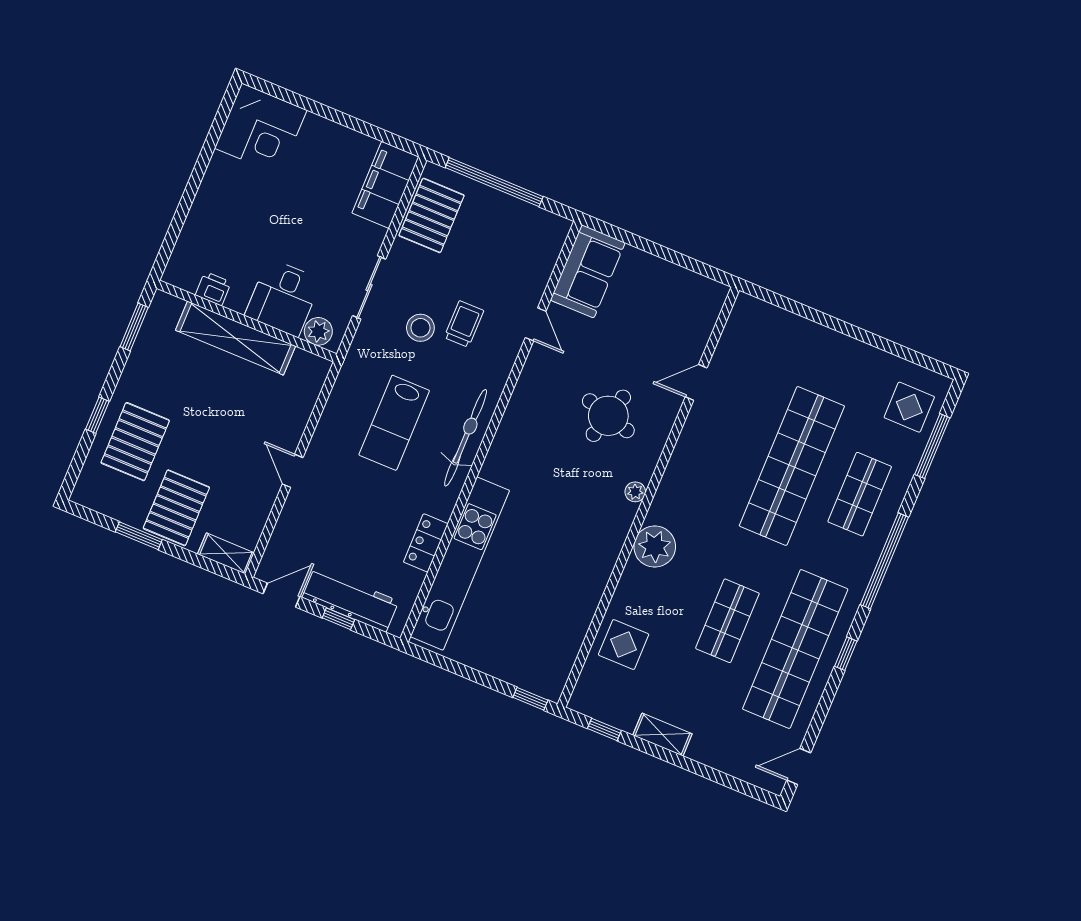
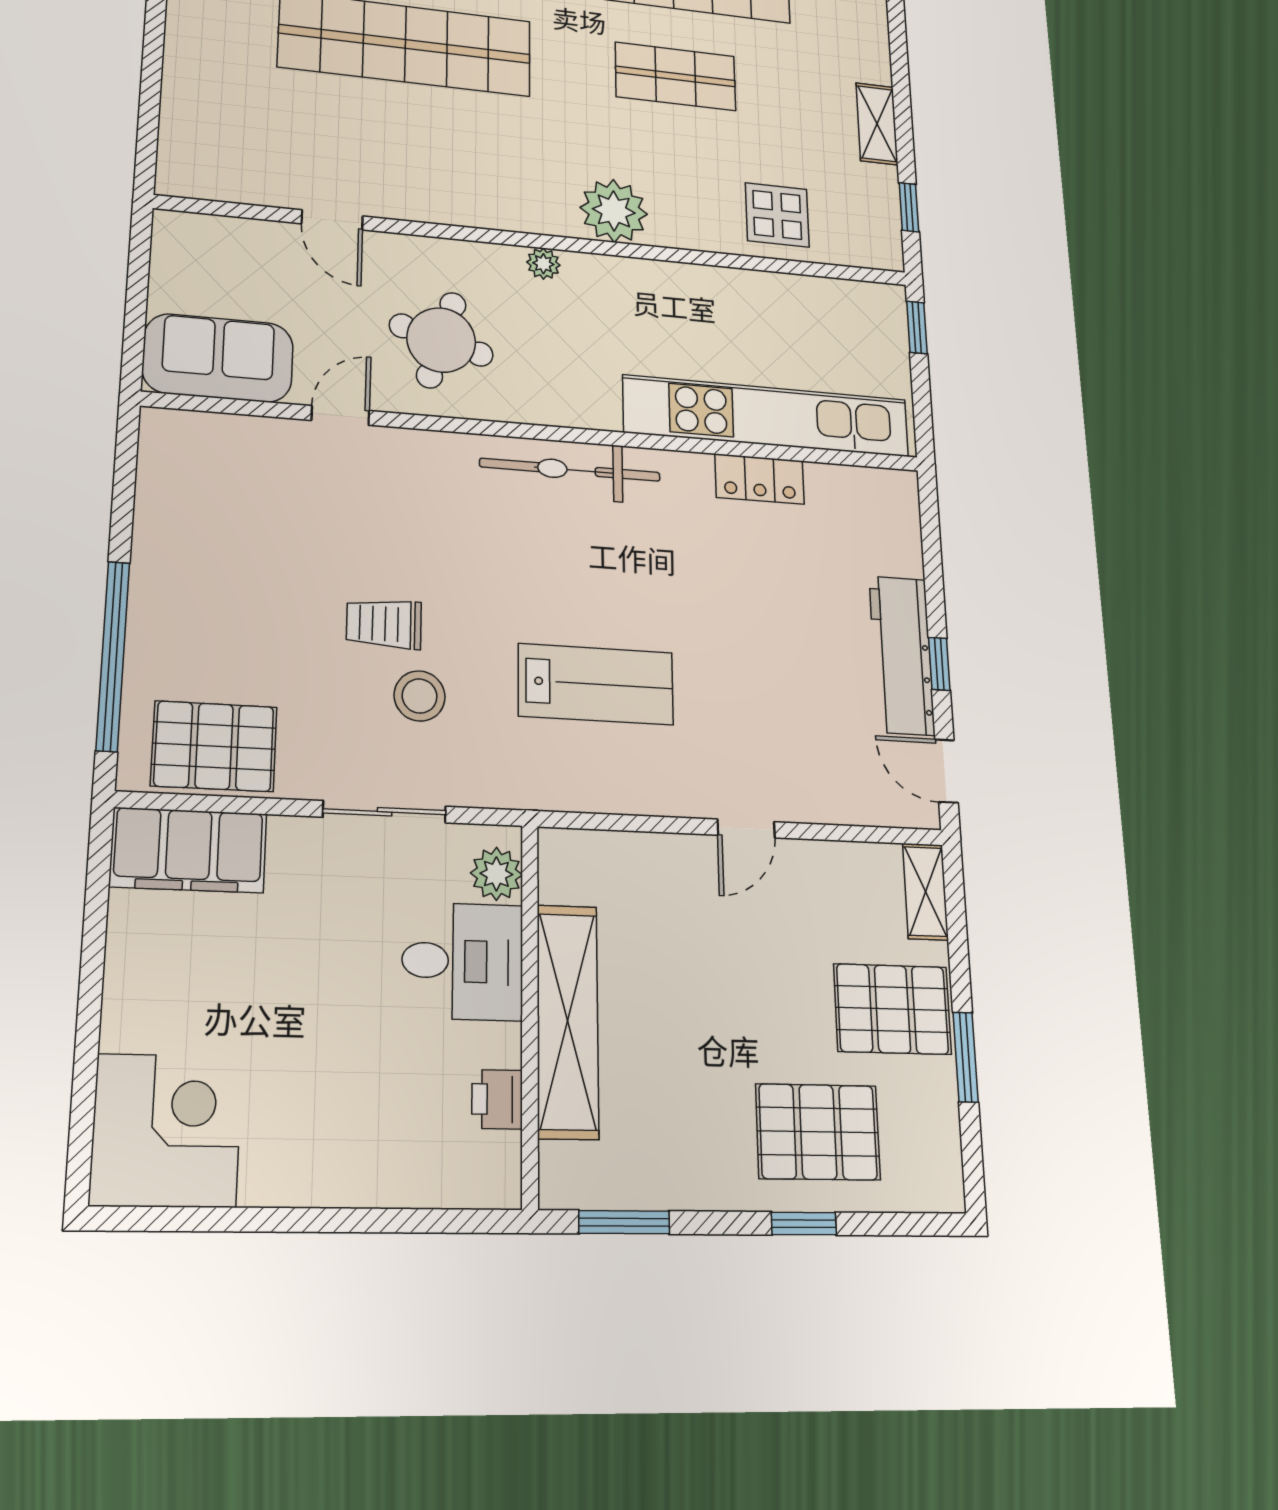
sofa: (588, 271) -> (218, 358), moved
door: (536, 324) -> (340, 415), moved
wall: (491, 432) -> (543, 433), moved
bicycle: (466, 438) -> (570, 470), moved
locker: (426, 543) -> (760, 479), moved
kitchen unit: (460, 563) -> (767, 416), moved

